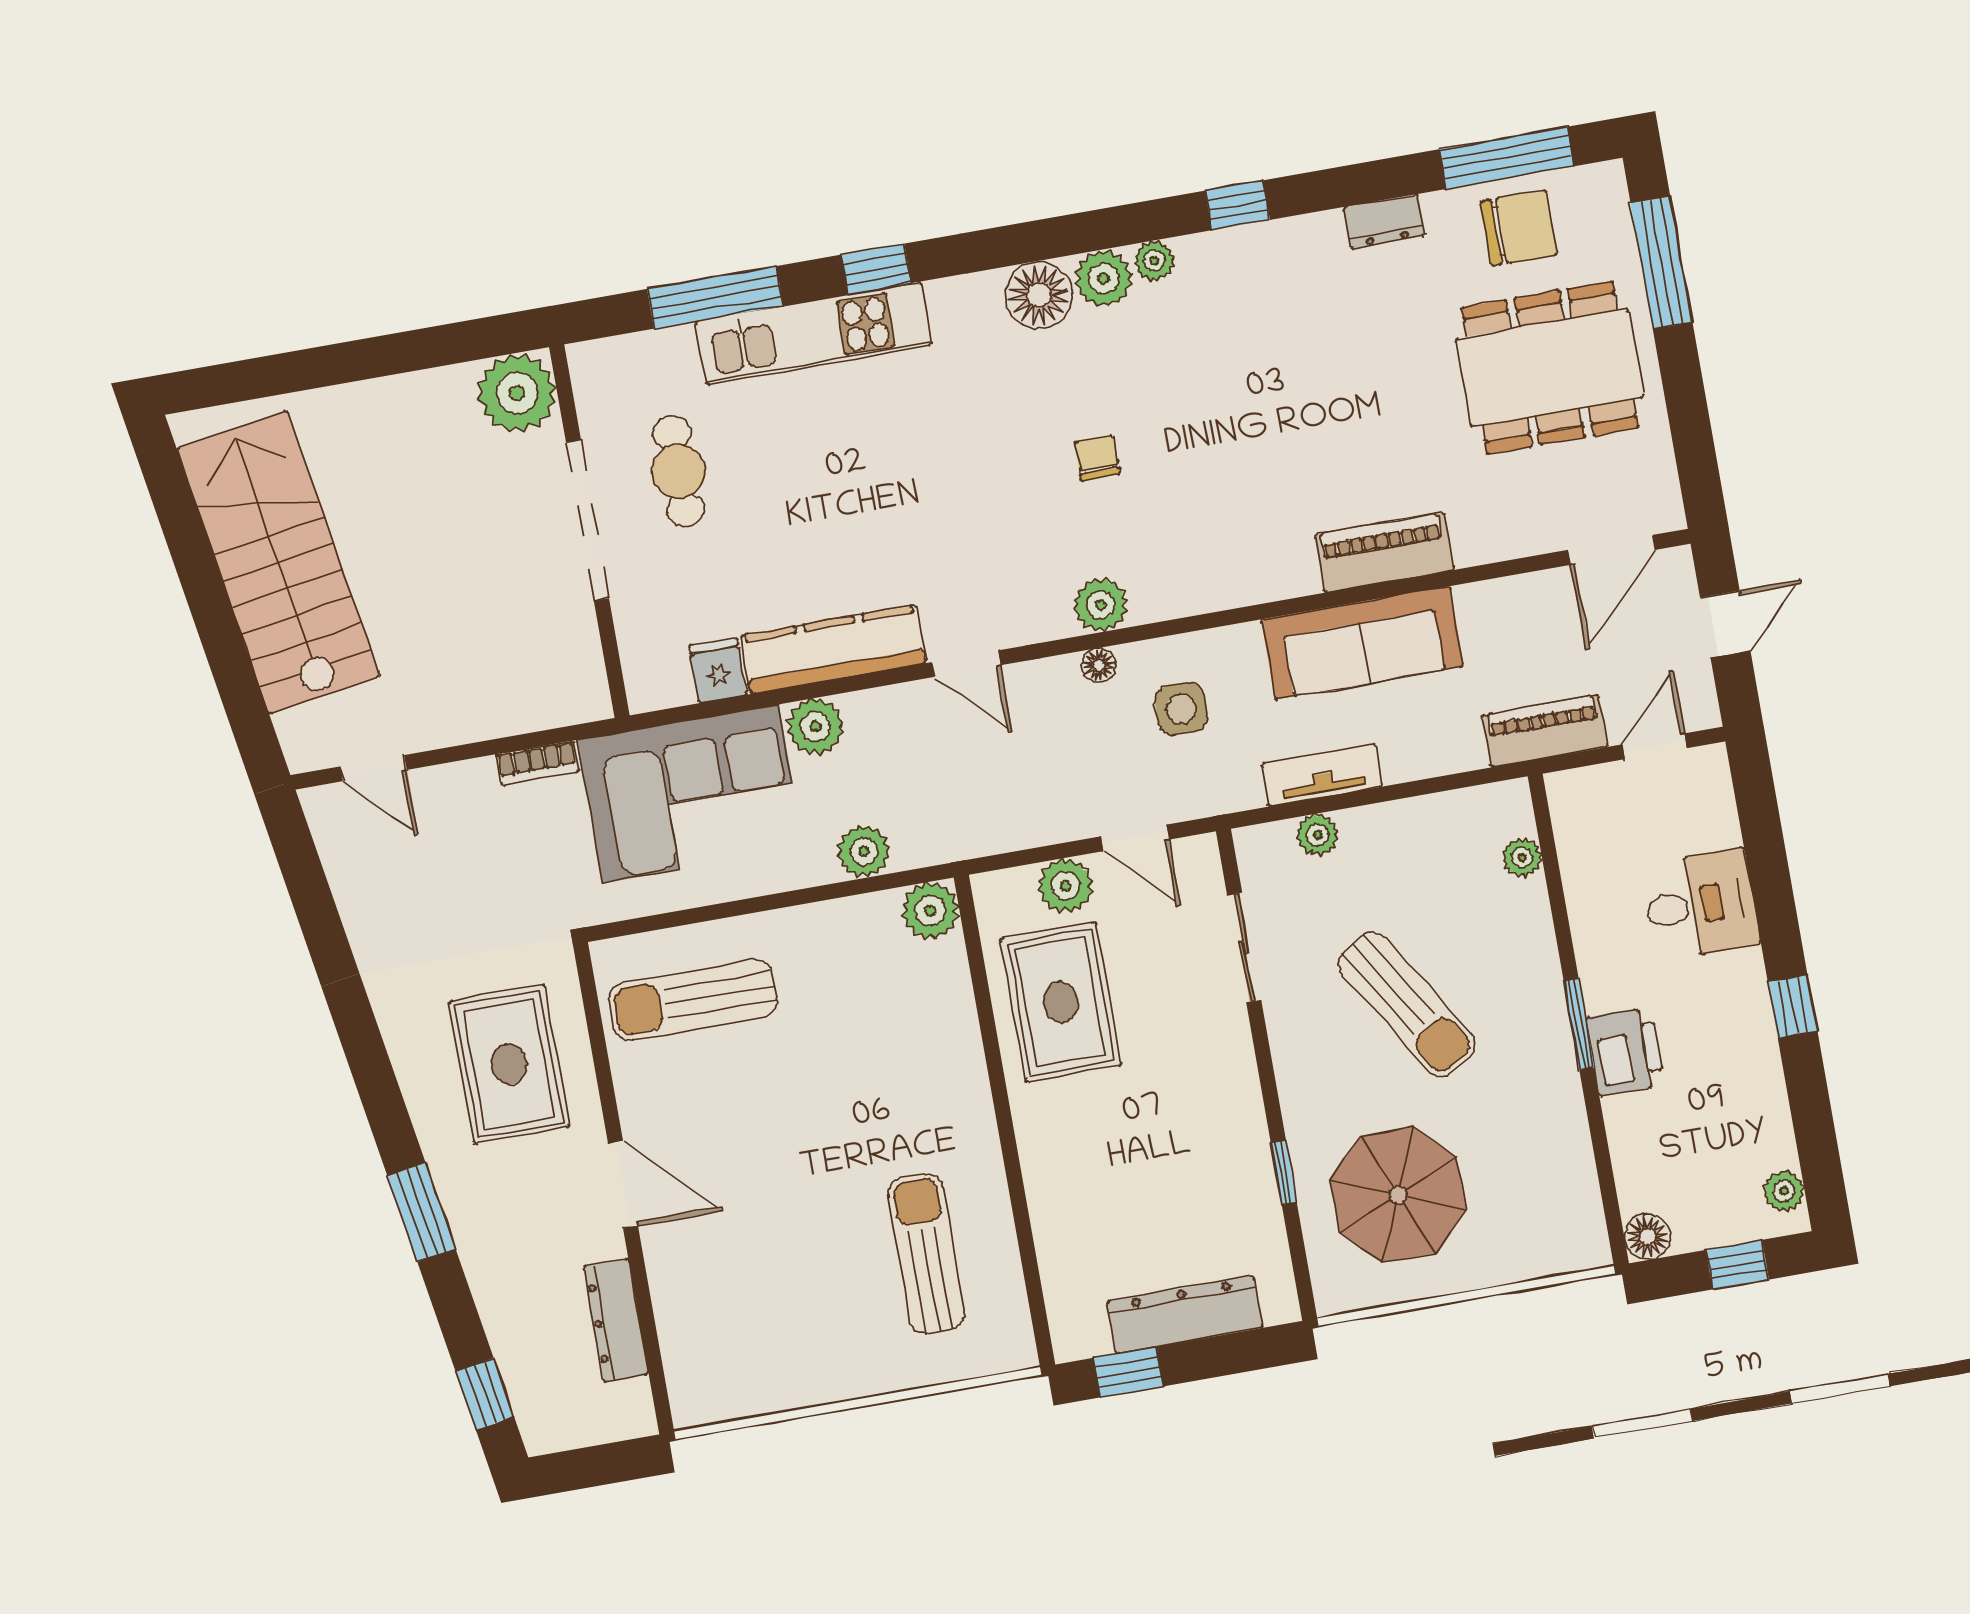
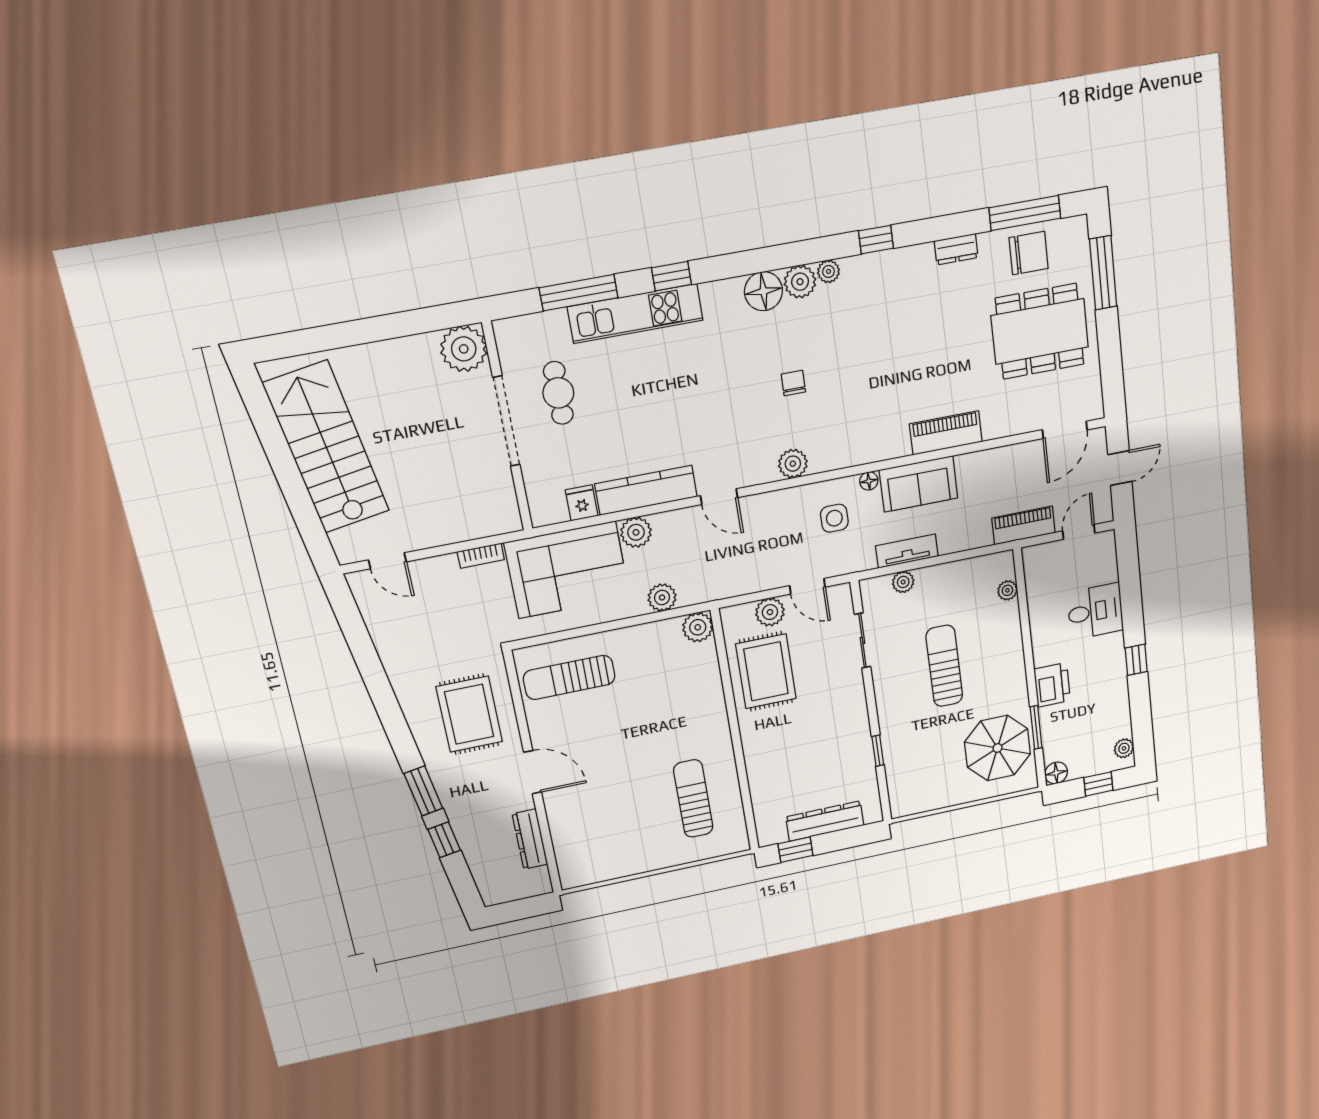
sofa: (1362, 643) -> (918, 484), width x0.73
floor lamp: (1099, 665) -> (869, 481), moved
sun lounger: (1407, 1004) -> (944, 666), turned -148
window: (1579, 1024) -> (1036, 727), moved
parasol: (1398, 1195) -> (997, 748), moved
window: (485, 1394) -> (444, 840), moved

